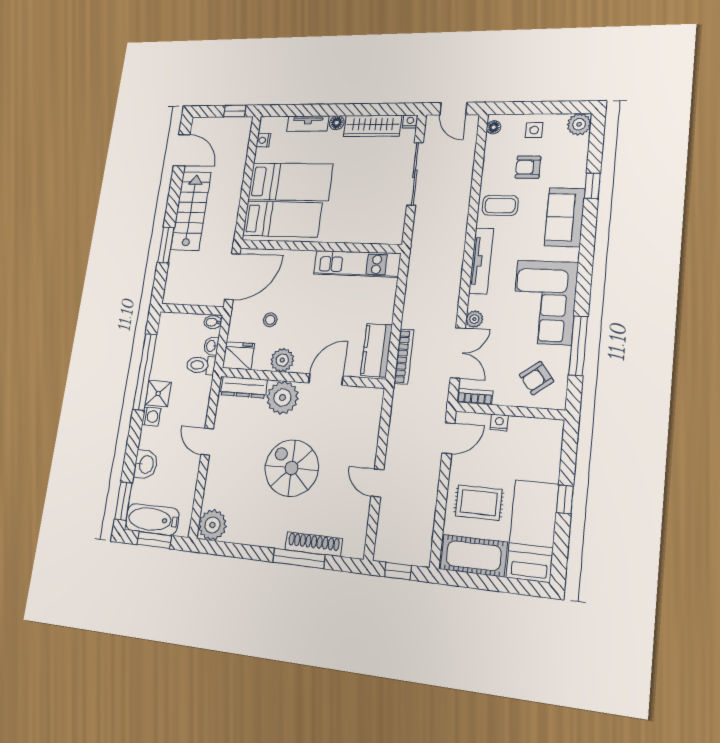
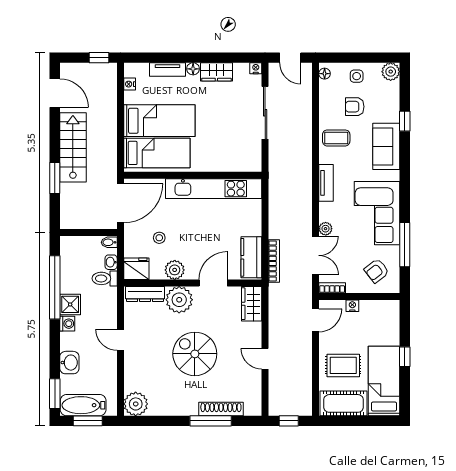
wardrobe: (373, 126) -> (216, 72), width x0.67
tv unit: (481, 261) -> (326, 183), width x0.71
kitchen unit: (357, 264) -> (214, 189), width x1.36
wardrobe: (369, 409) -> (252, 304), added

